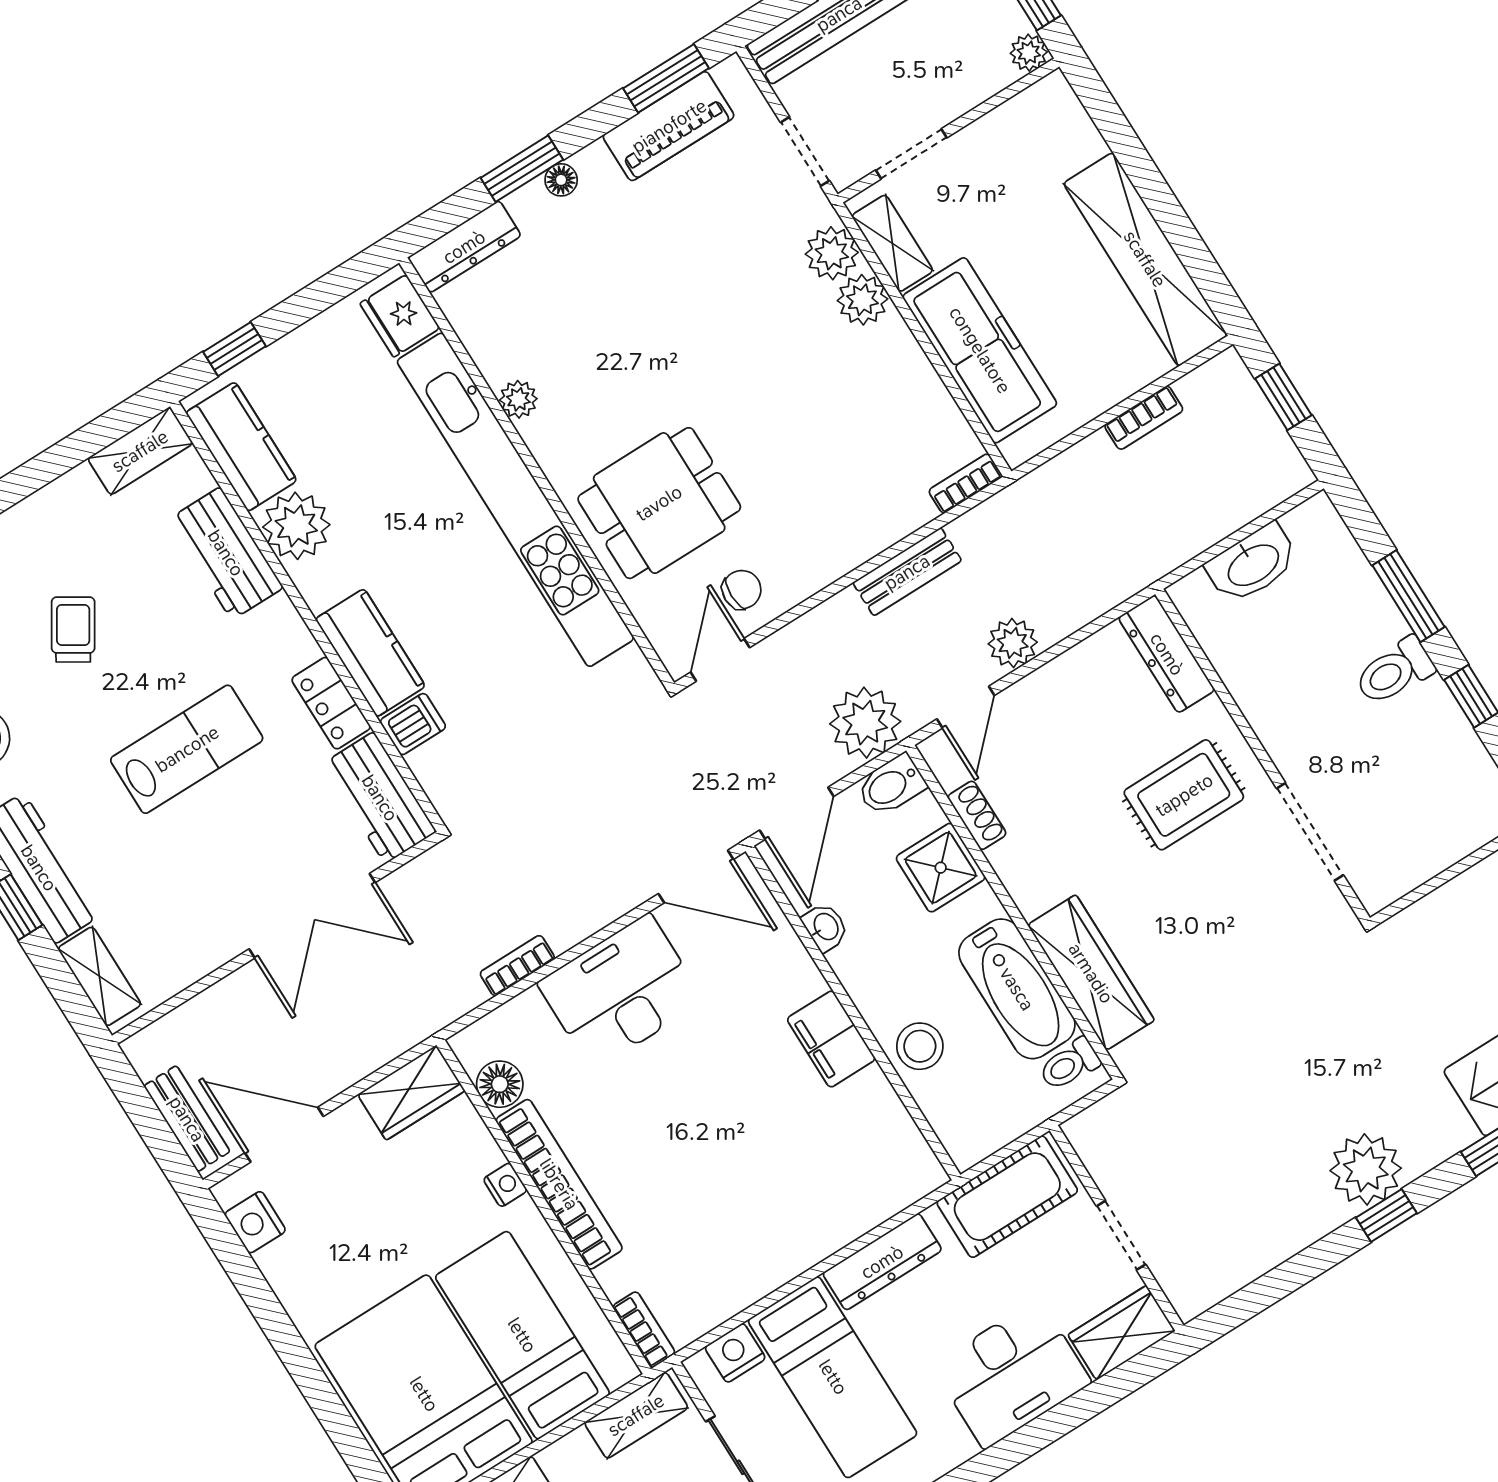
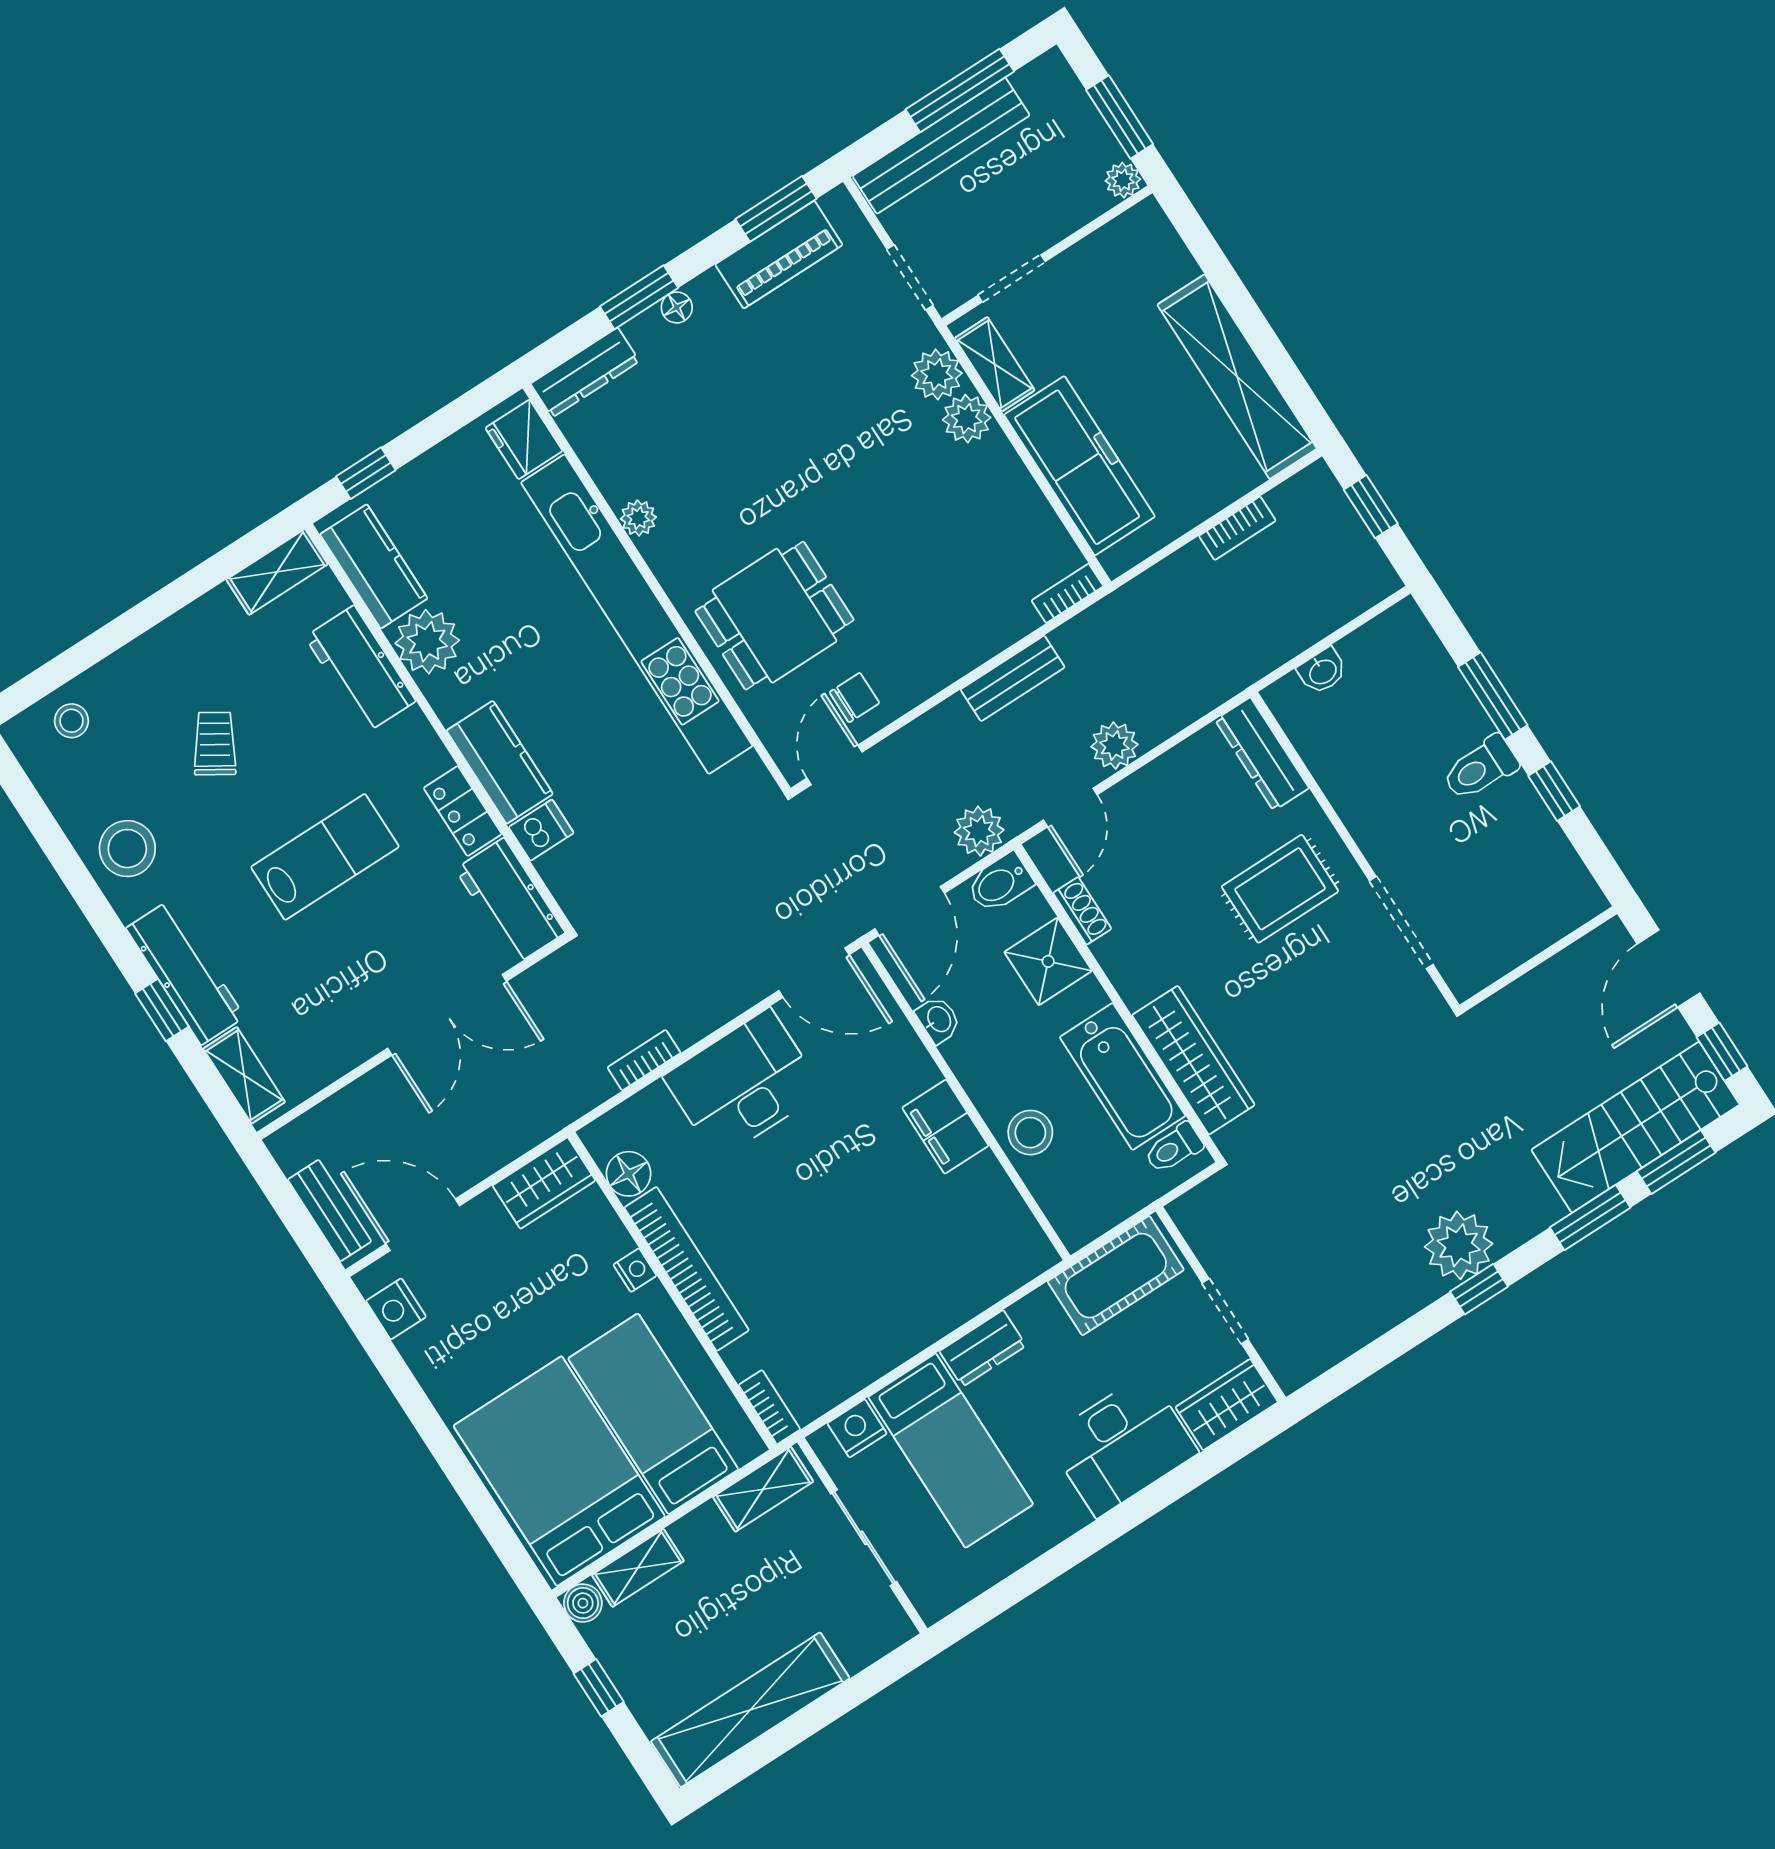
washbasin: (1253, 564) -> (1322, 671), width x0.52, depth x0.69
plant: (865, 723) -> (979, 831), width x0.73, depth x0.73
dresser: (882, 1262) -> (983, 1348), width x0.70

